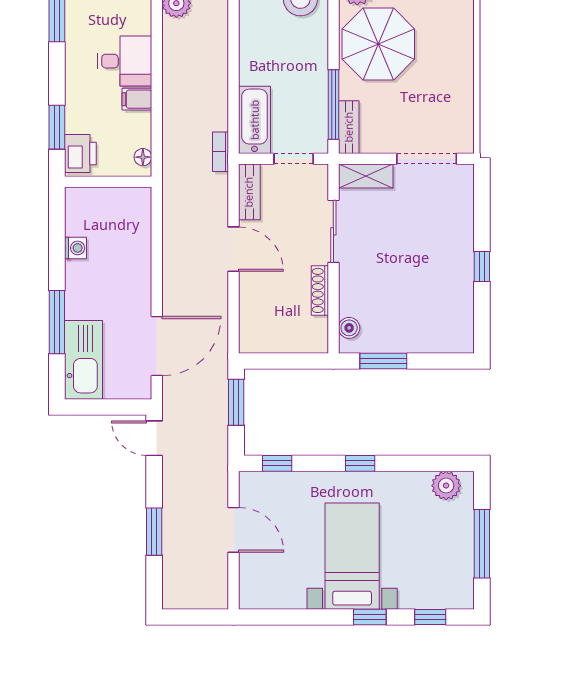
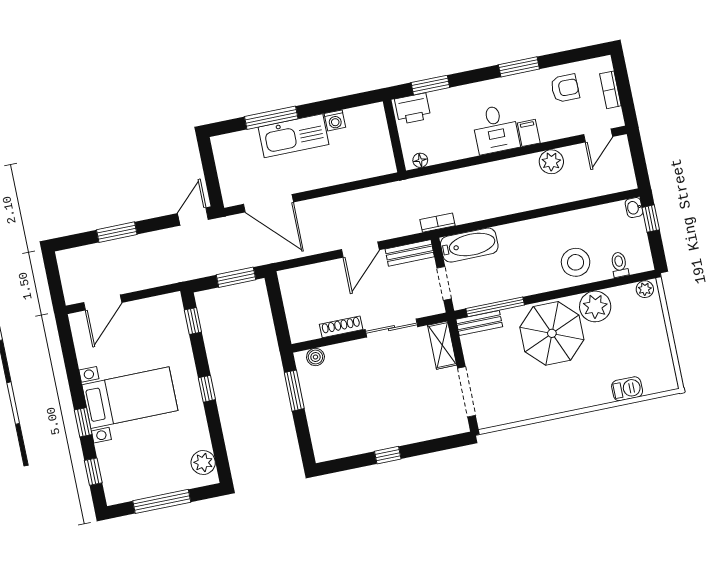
filing cabinet: (137, 99) -> (529, 133), moved
kitchen sink: (84, 360) -> (293, 136), moved
door: (234, 530) -> (103, 302), moved

